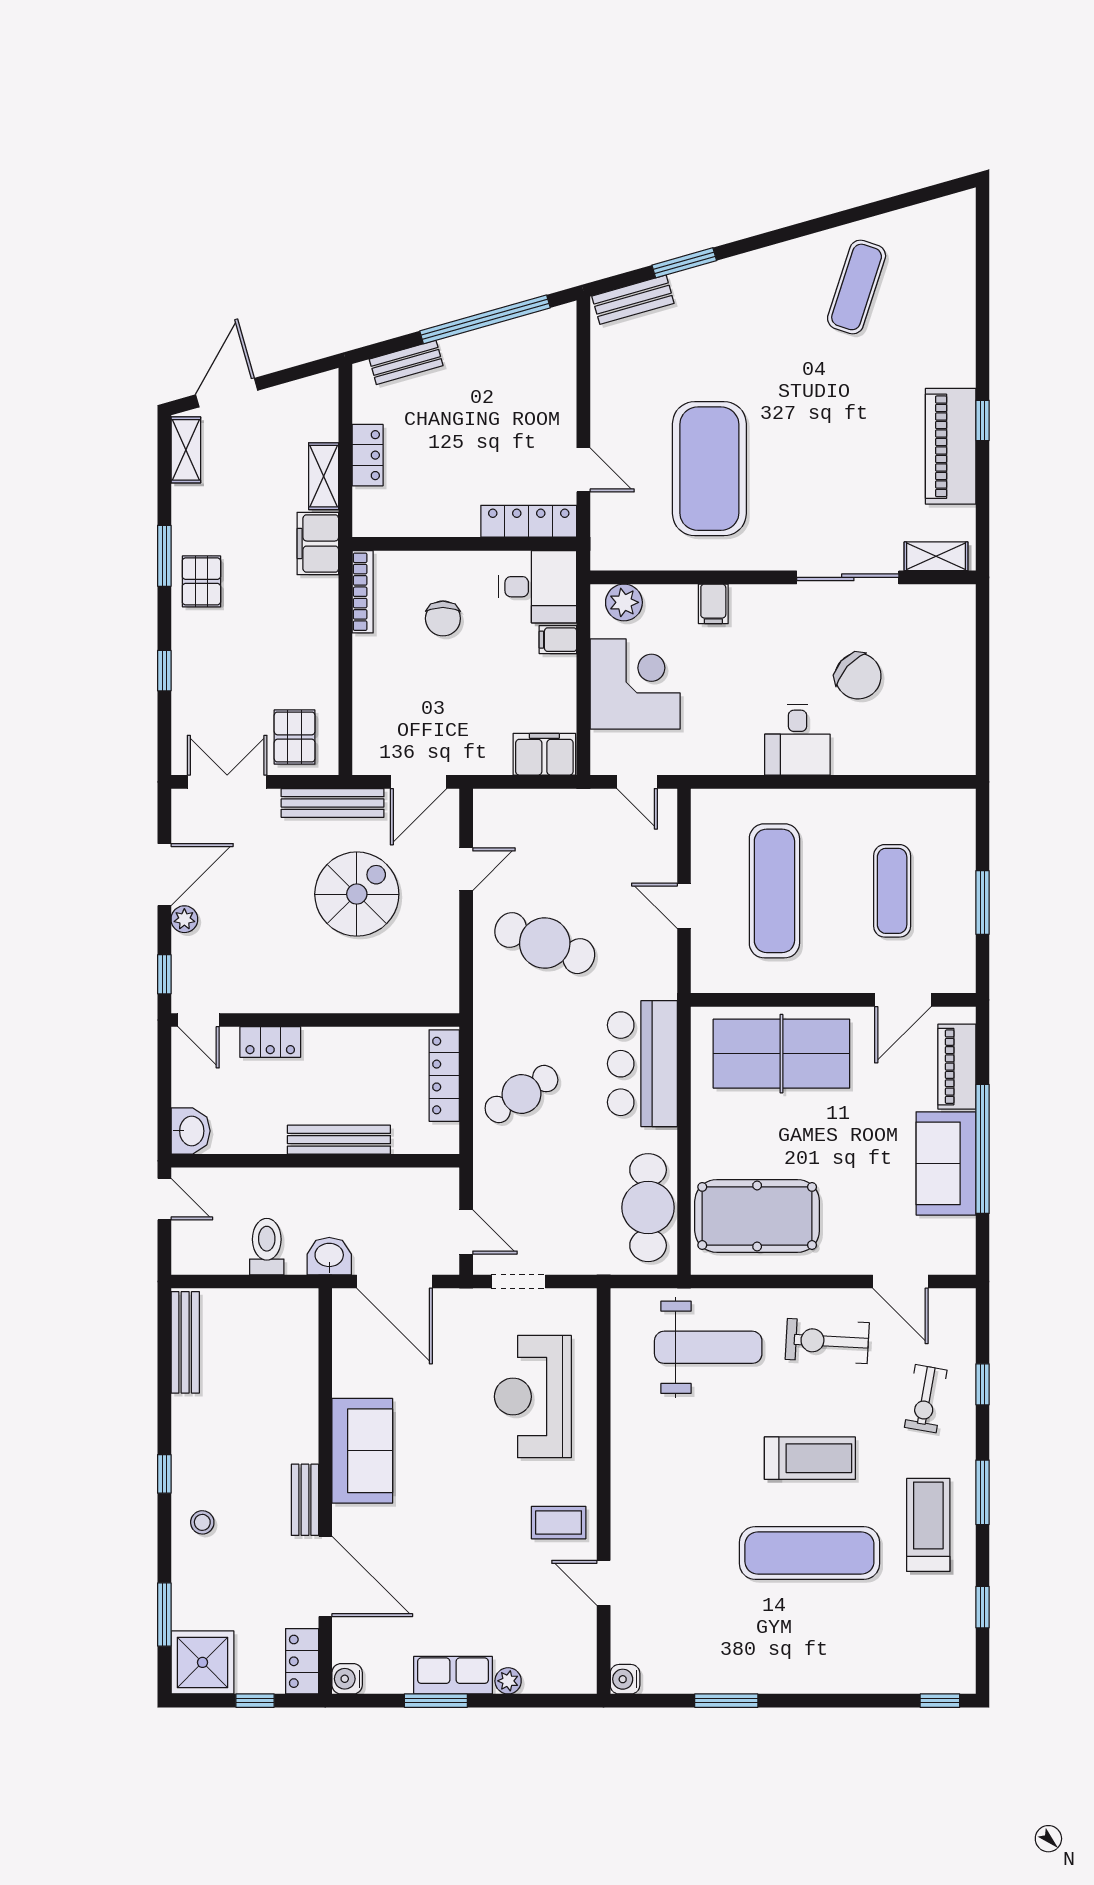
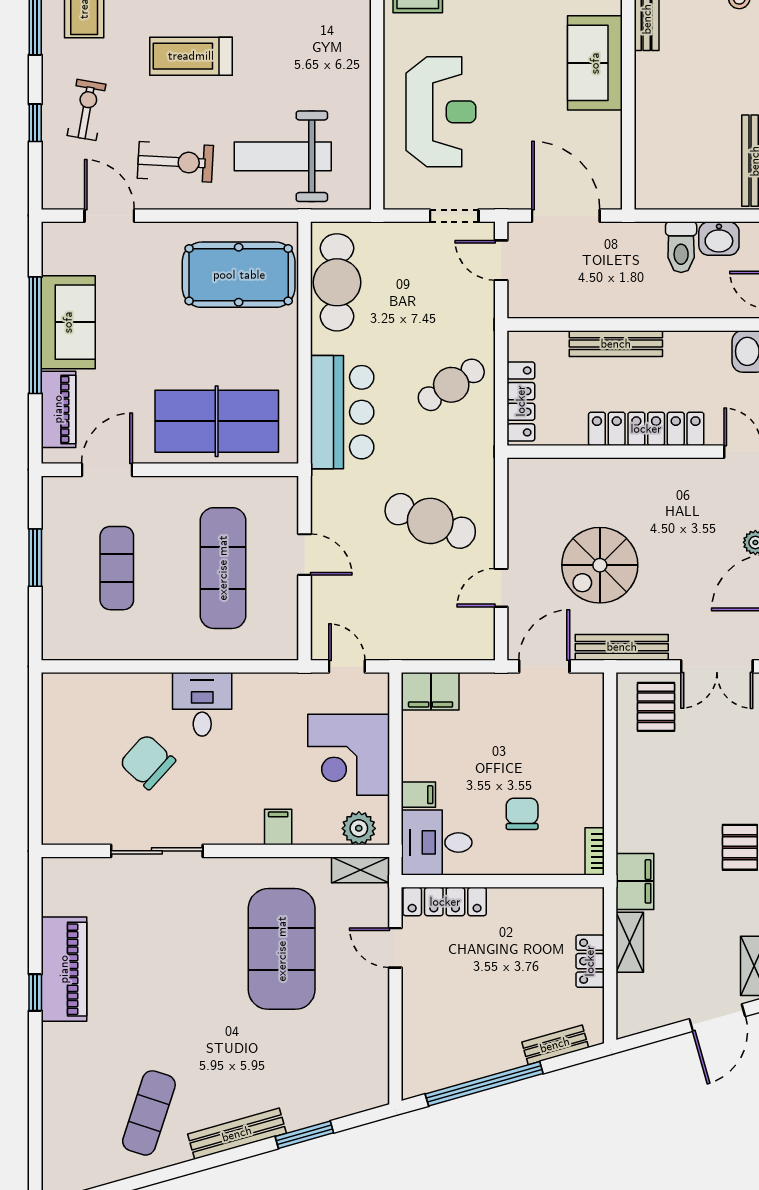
bench: (633, 300) -> (237, 1134), moved, width x1.36
shelving: (936, 556) -> (360, 870), moved
bookcase: (363, 592) -> (595, 851), width x0.64
locker: (270, 1042) -> (646, 429), width x2.16, depth x1.21
washbasin: (329, 1256) -> (719, 239), moved

